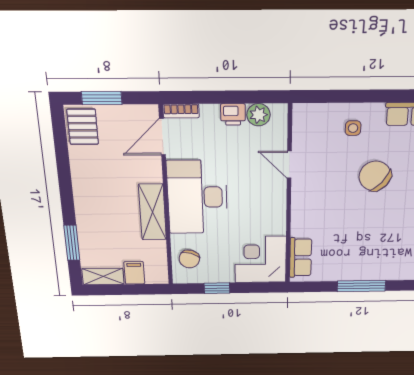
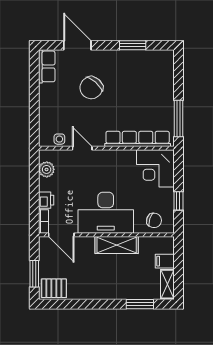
printer: (233, 114) -> (46, 200), moved
side table: (353, 128) -> (59, 139), moved
door: (289, 165) -> (82, 148), swing flipped
row of seats: (301, 257) -> (138, 139), width x2.02
window: (361, 286) -> (178, 118), moved

